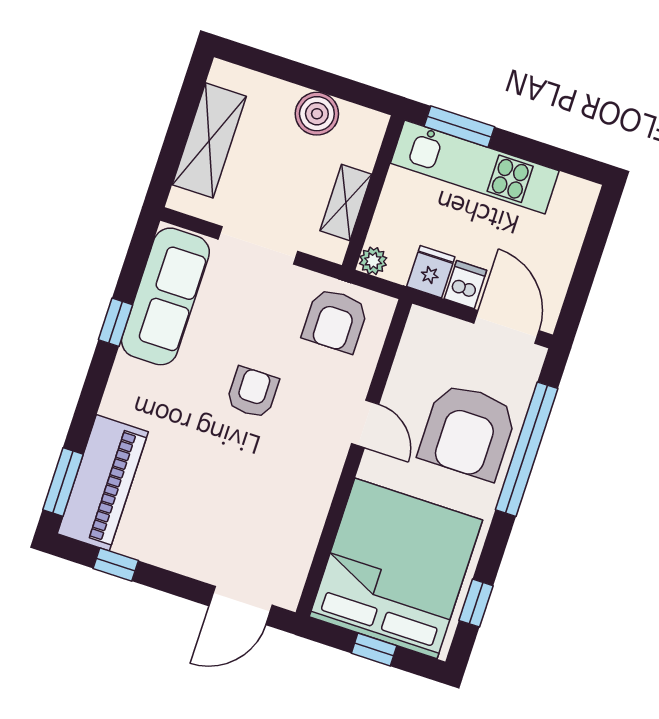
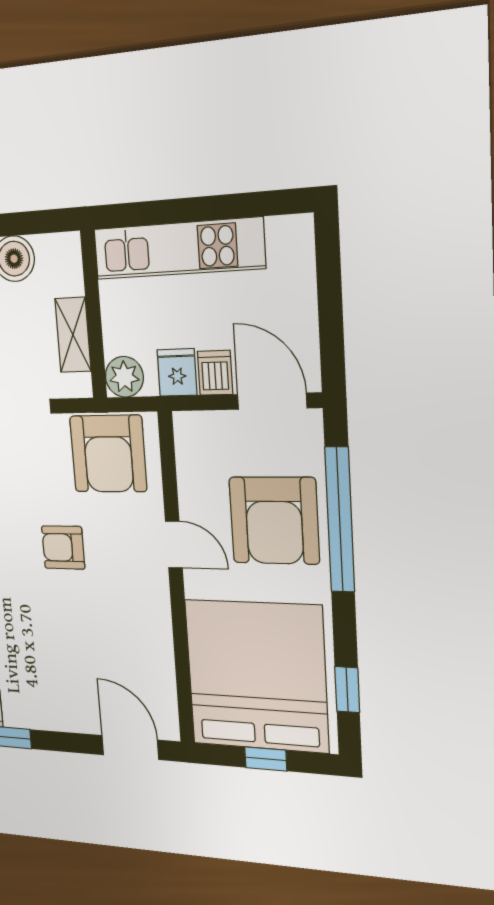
window: (459, 127) -> (148, 213), removed
plant: (373, 261) -> (124, 377), width x1.38, depth x1.38
armchair: (335, 320) -> (108, 454), width x1.36, depth x1.36
armchair: (252, 392) -> (63, 547), turned -90
door: (240, 606) -> (130, 747), swing flipped

